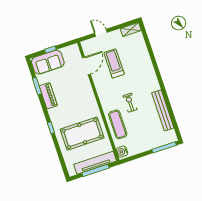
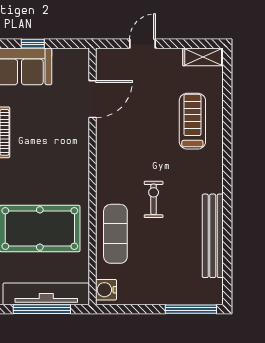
door: (101, 33) -> (143, 44), hinge flipped
treadmill: (114, 63) -> (192, 121), moved

